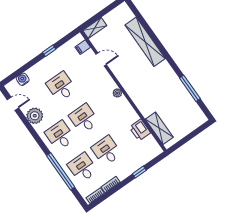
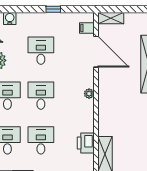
door: (101, 59) -> (96, 52), width x1.87

